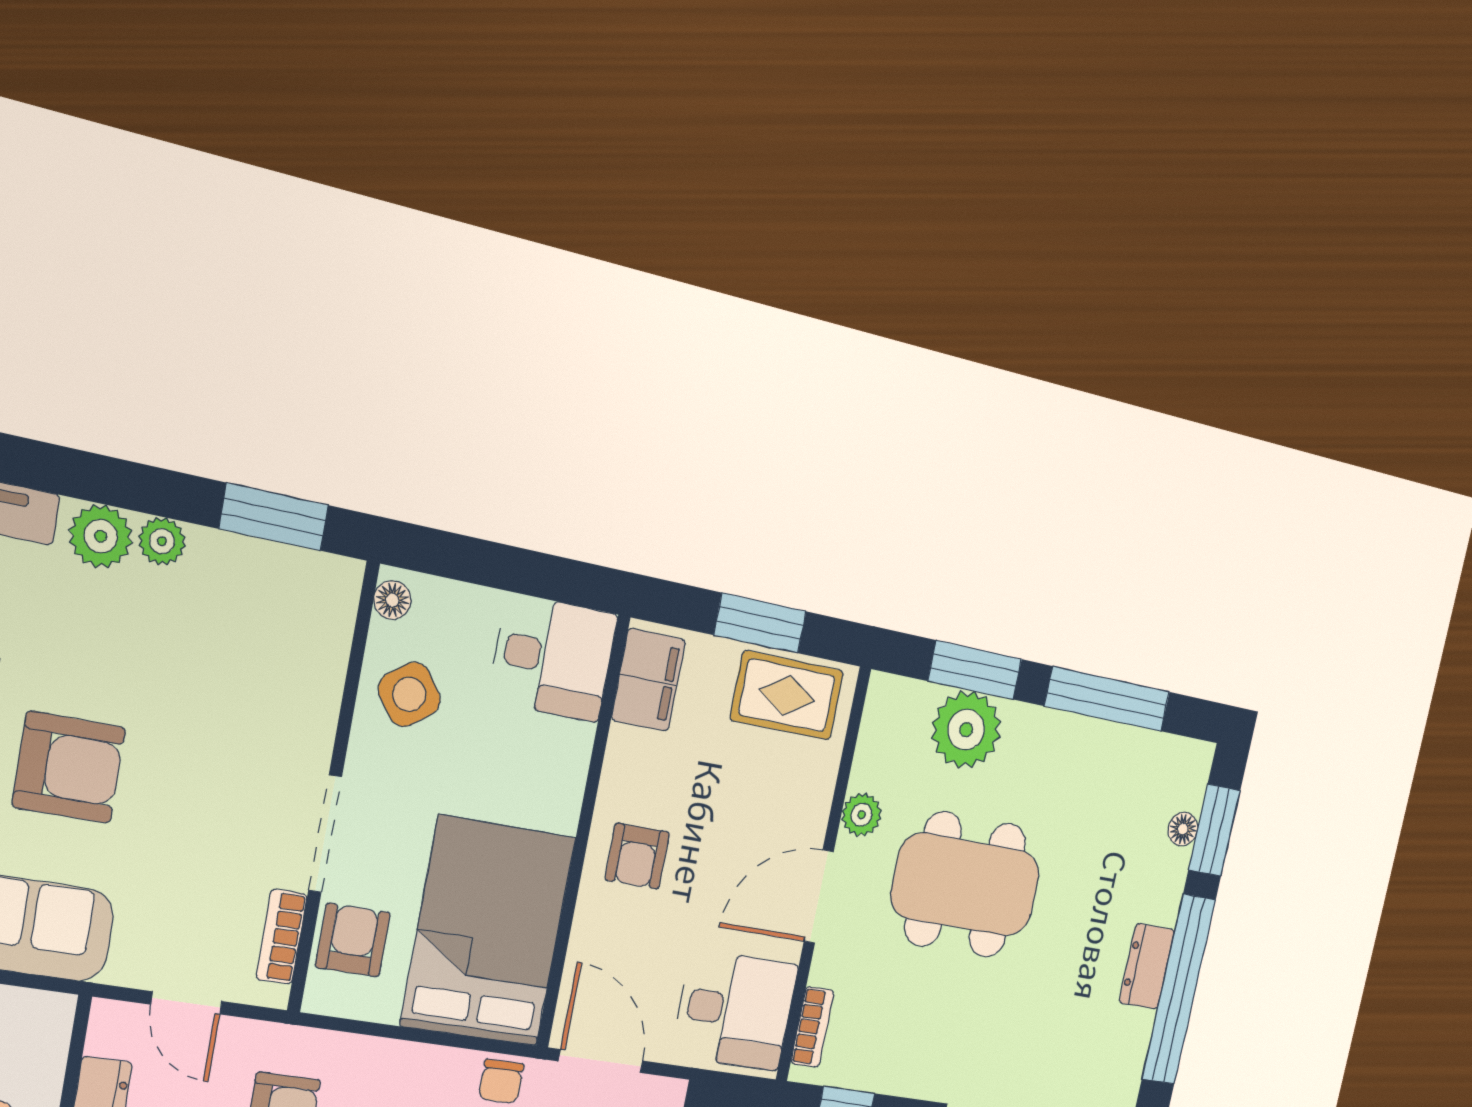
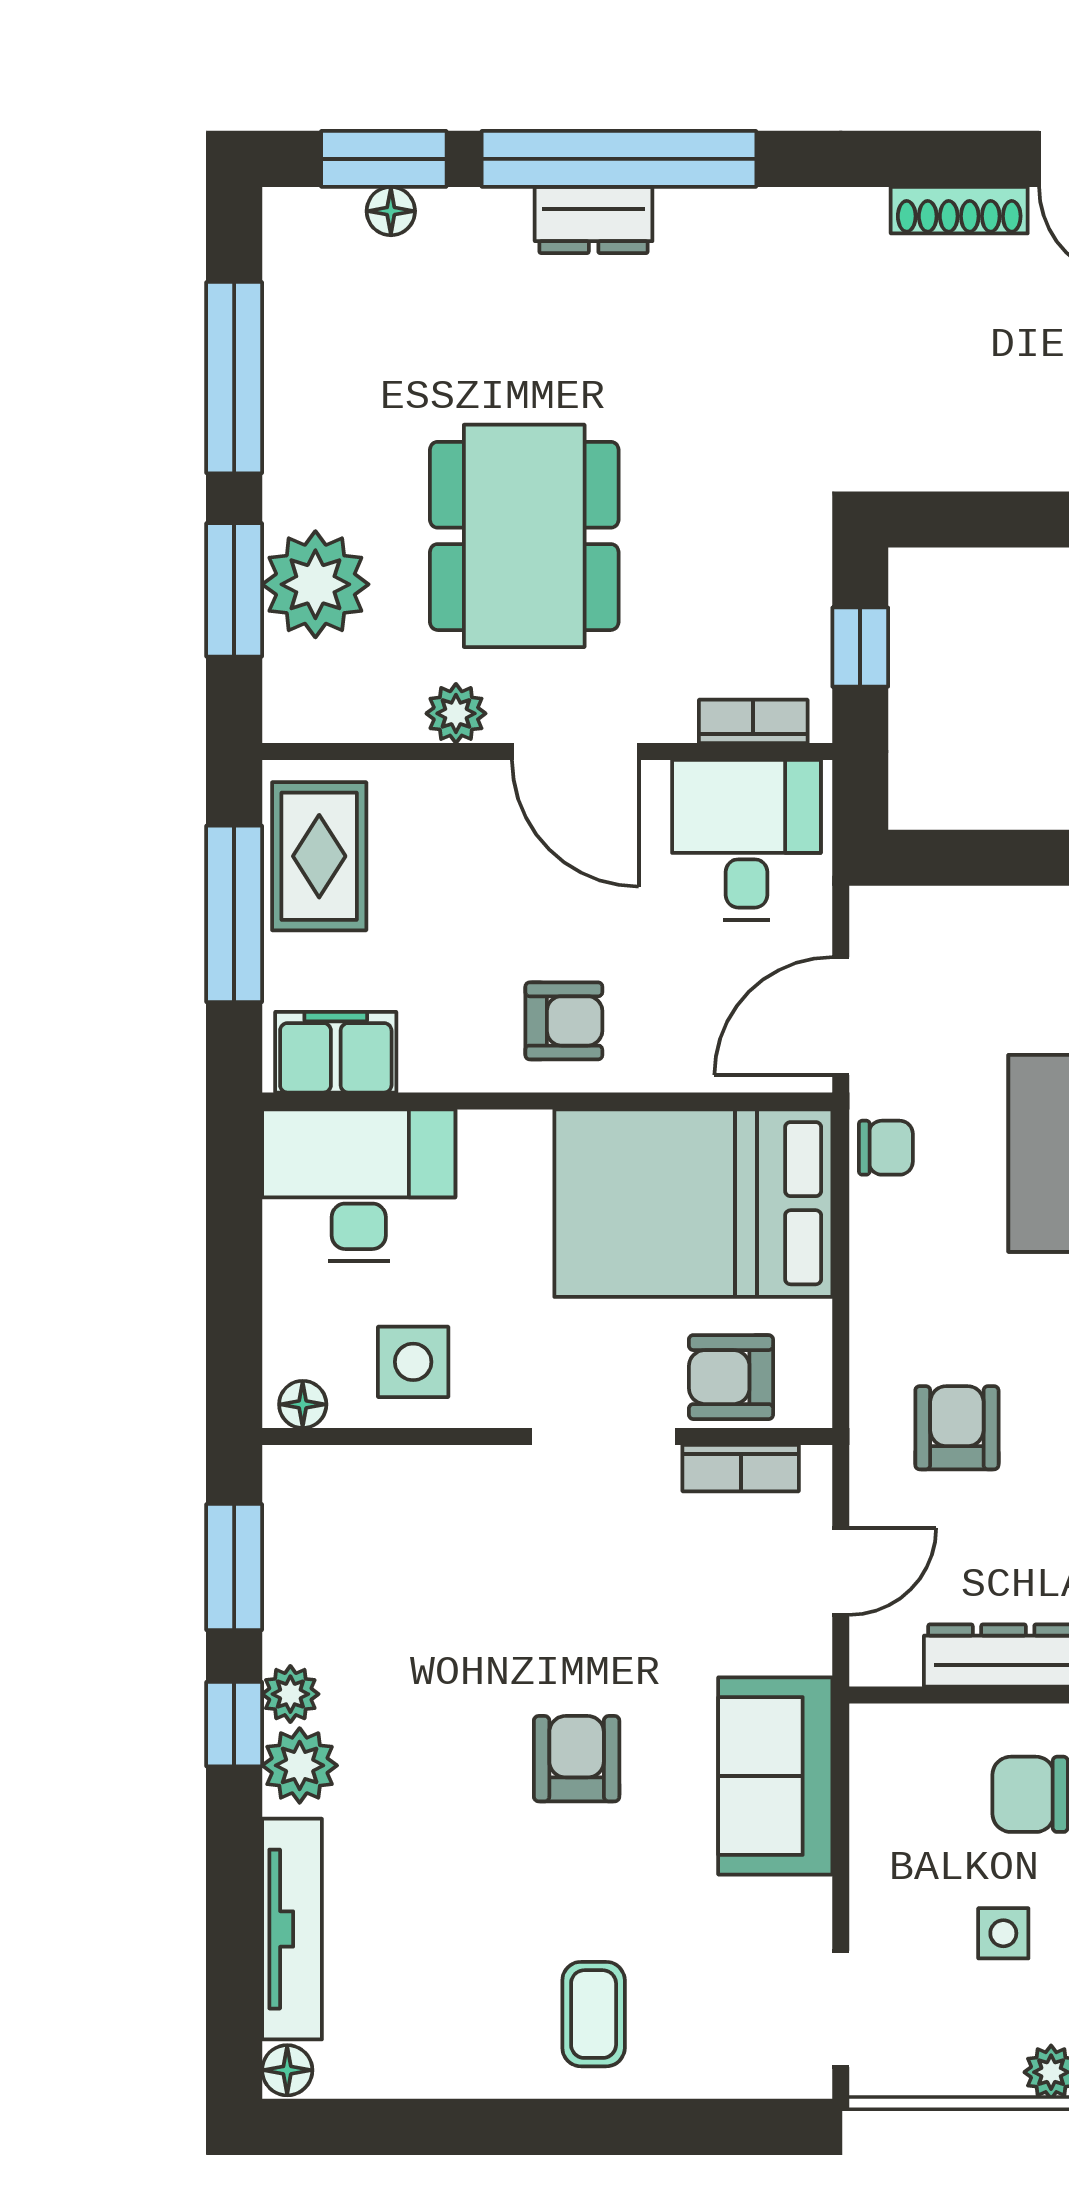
window: (145, 489) -> (234, 1724), added
window: (760, 623) -> (234, 914), width x1.44
desk: (553, 658) -> (359, 1185), width x1.37
side table: (409, 694) -> (413, 1362), turned 37
armchair: (69, 767) -> (577, 1759), width x0.72, depth x0.72

